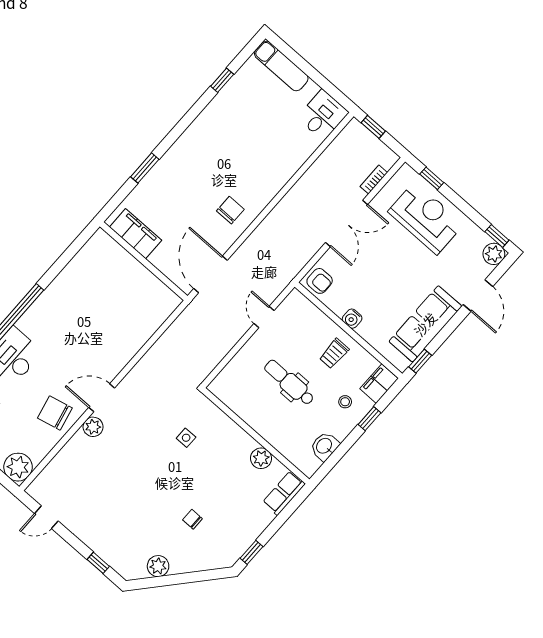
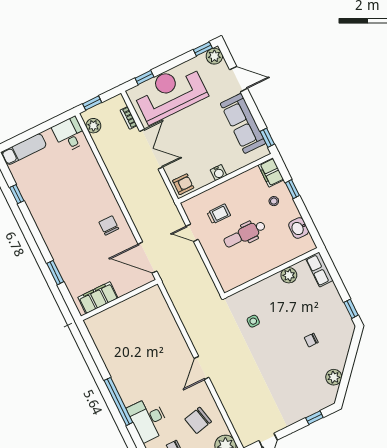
reception desk: (426, 218) -> (170, 93), width x1.36, depth x1.30
trolley: (334, 354) -> (219, 214), moved, turned -90
chair: (55, 413) -> (198, 420), moved
plant: (93, 427) -> (93, 126), moved

